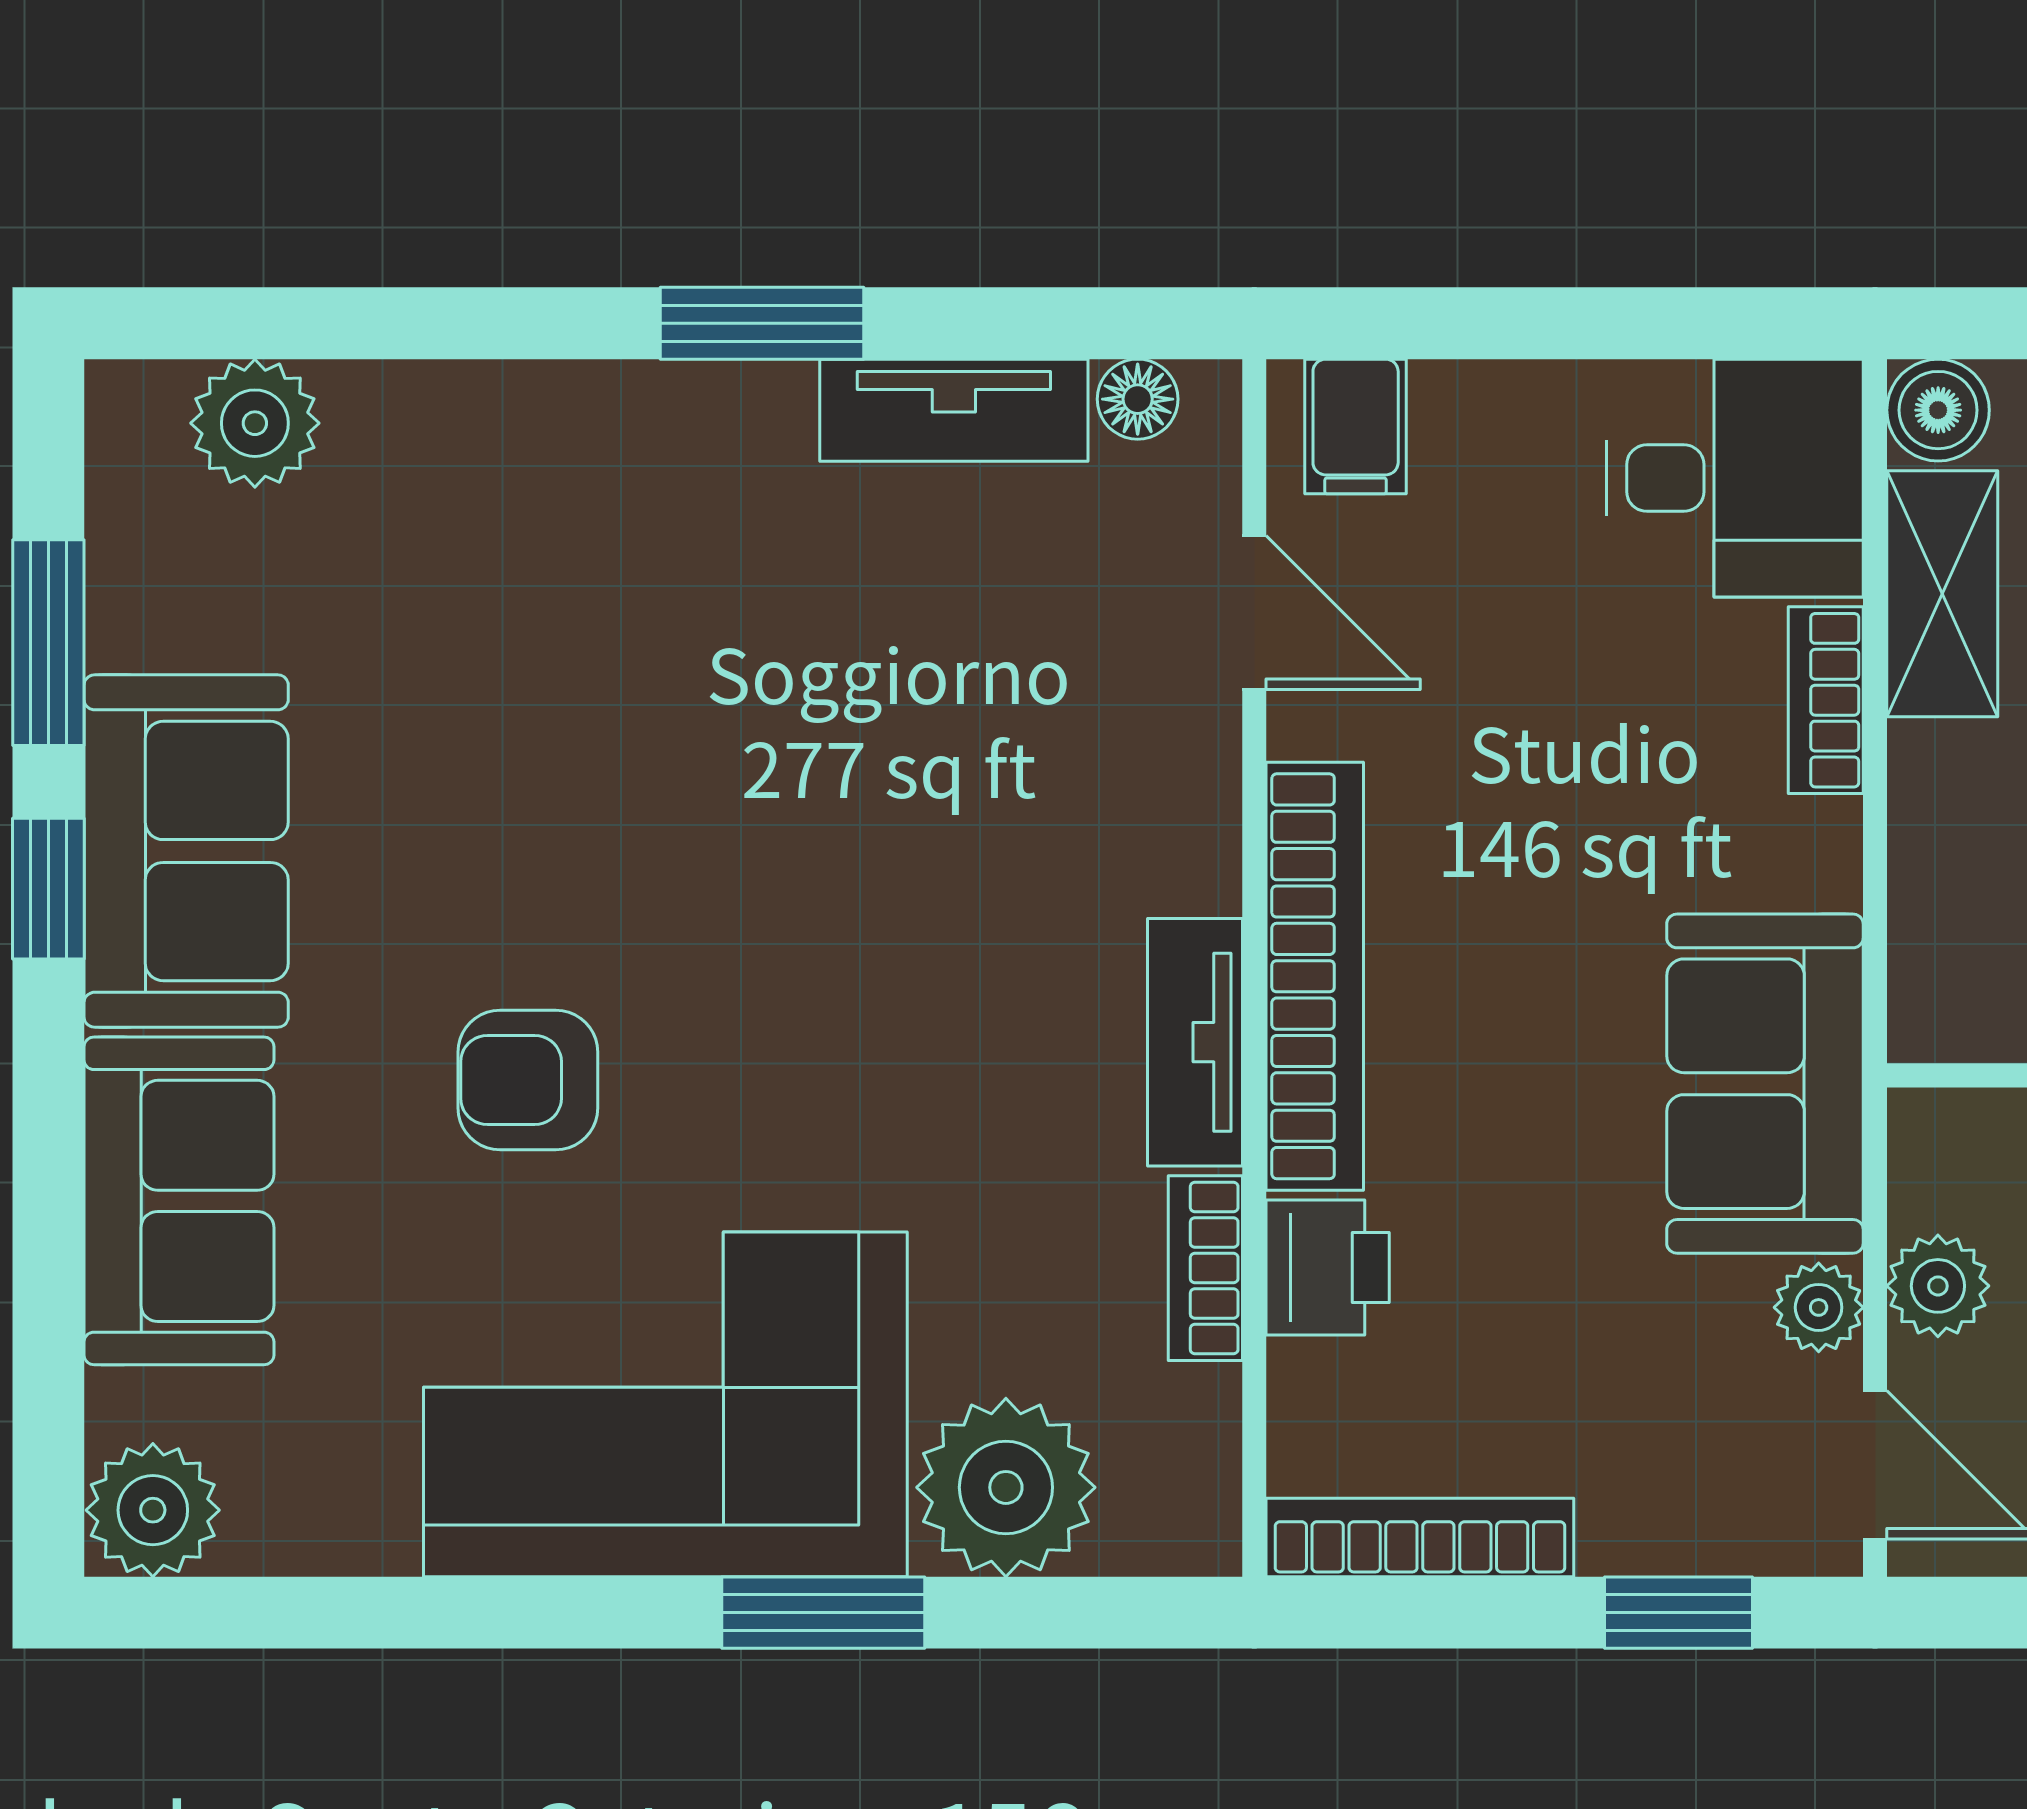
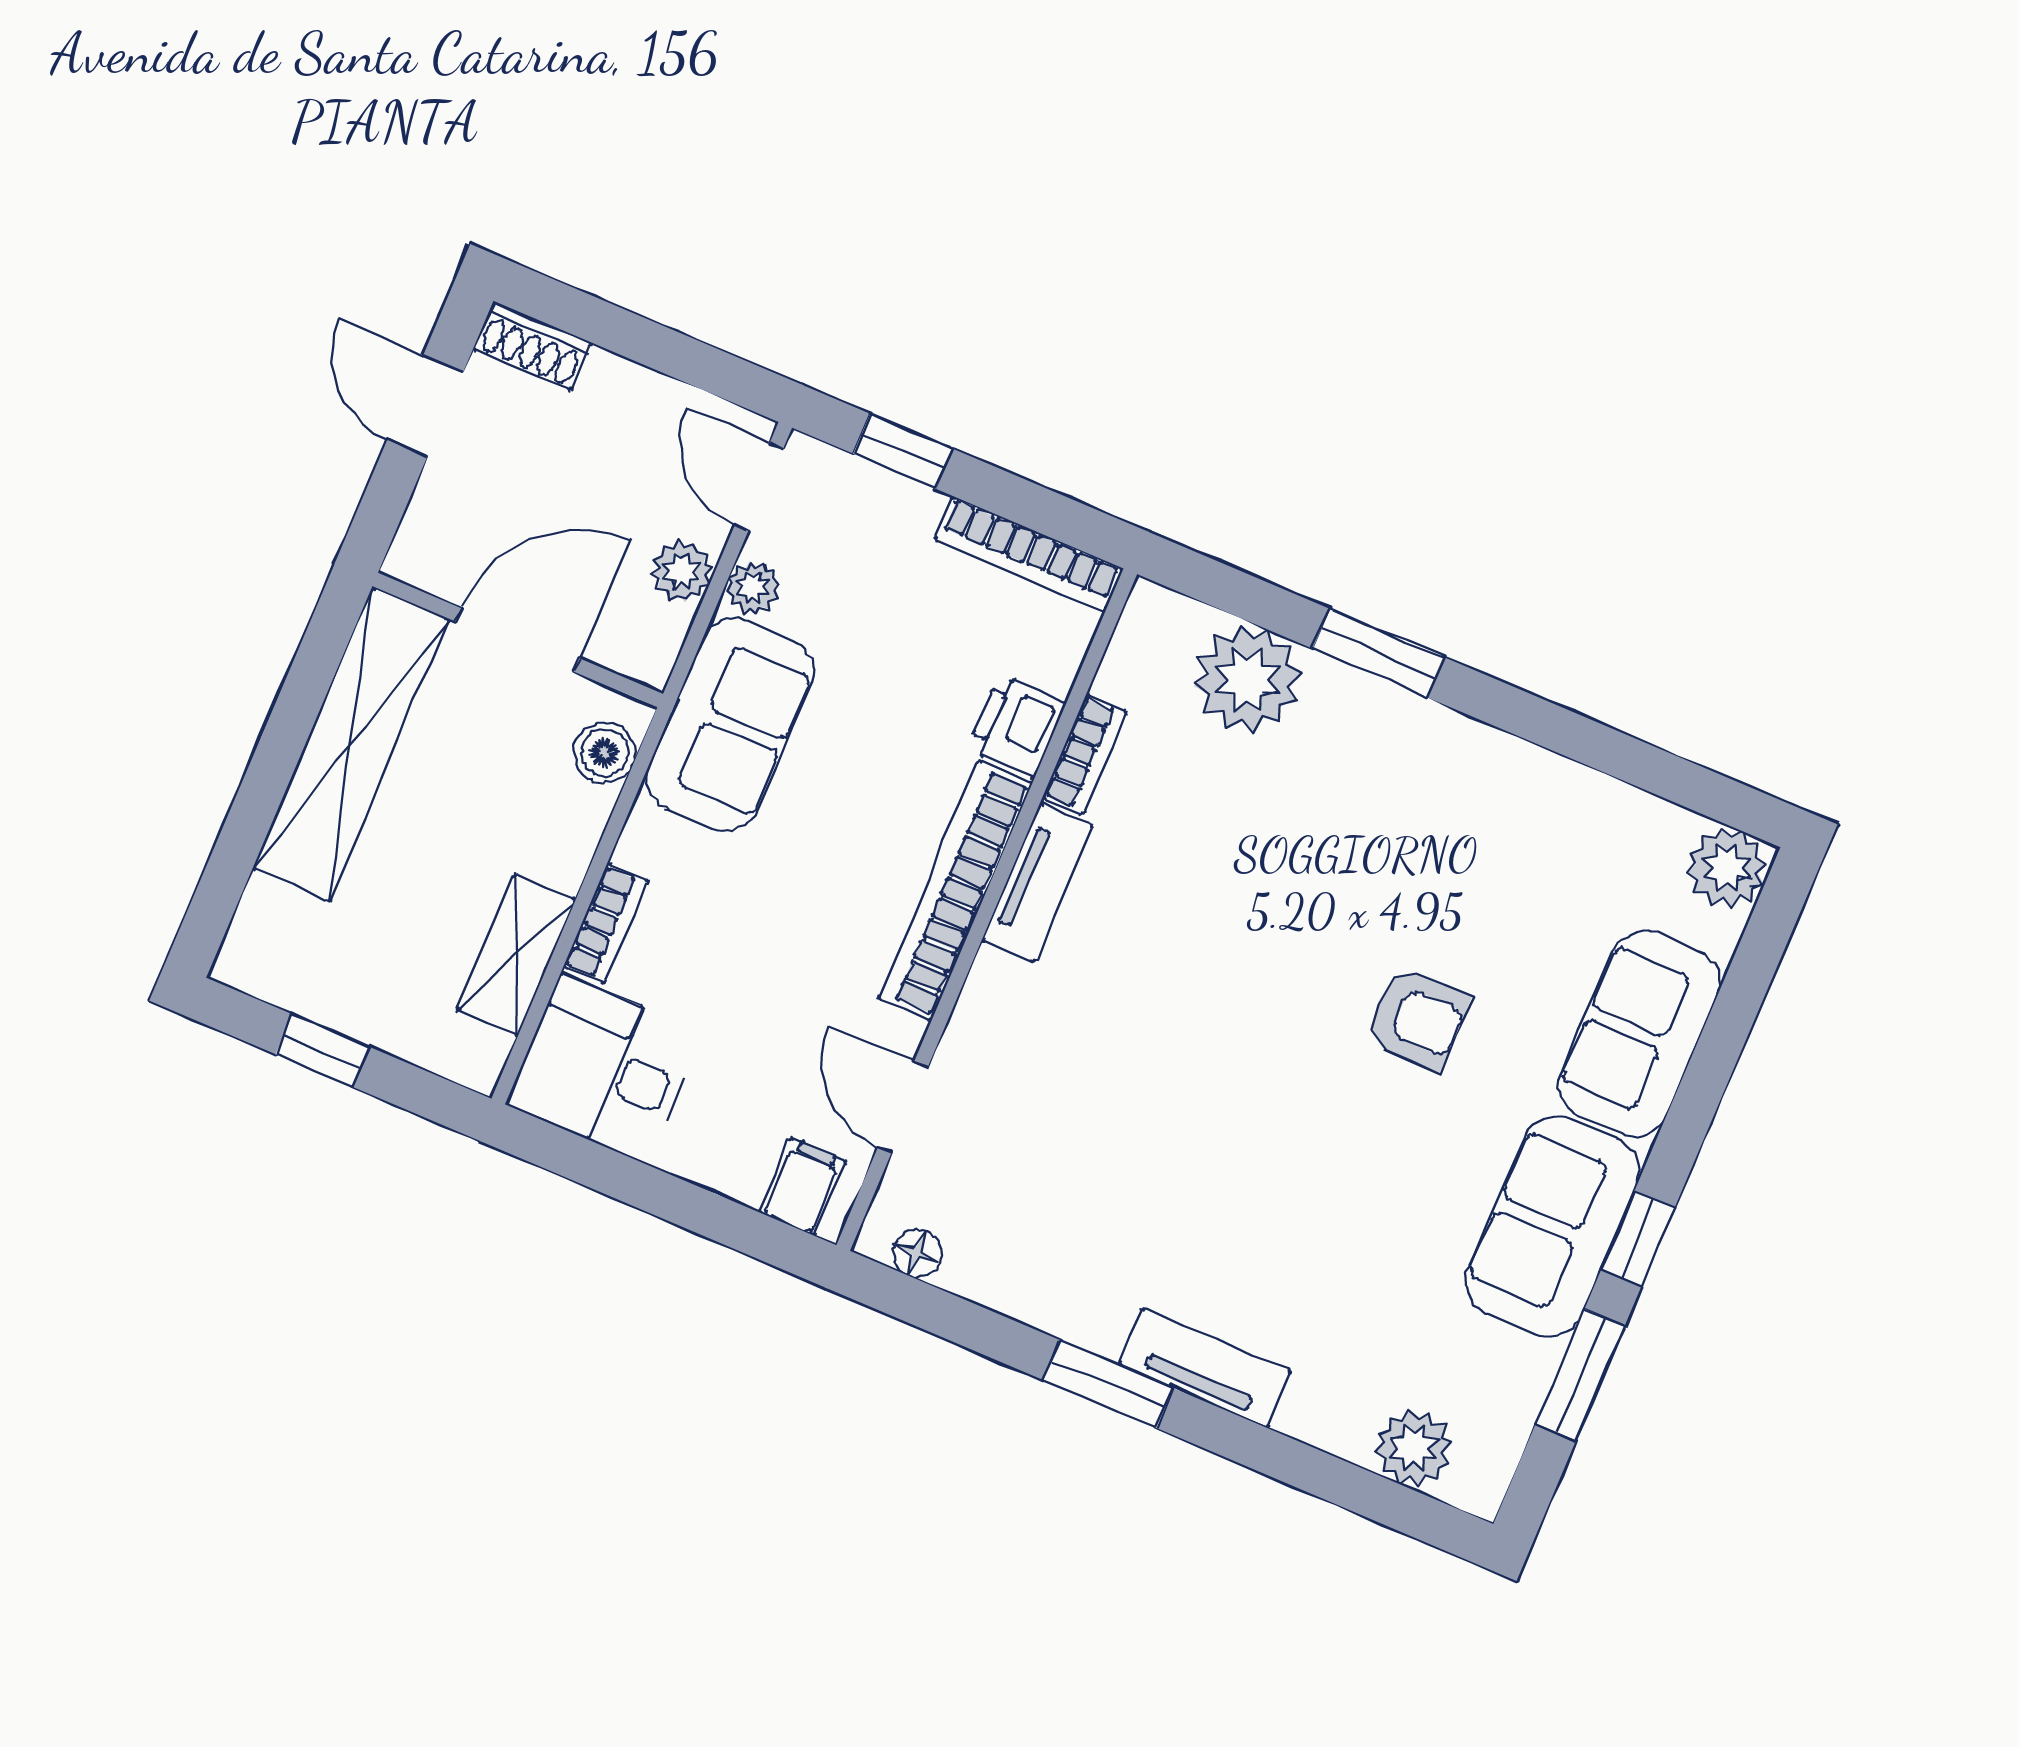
tv unit: (954, 410) -> (1205, 1368), moved
boiler: (1938, 410) -> (605, 753), moved
corner sofa: (665, 1404) -> (1417, 806), removed

